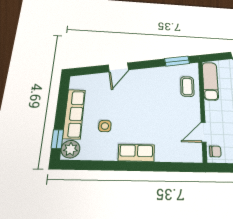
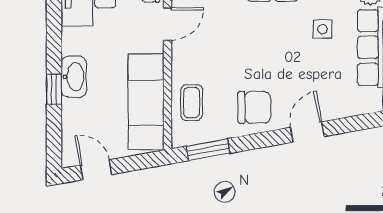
exam couch: (210, 81) -> (146, 102), width x1.36, depth x1.45
chair: (150, 82) -> (255, 107), added

